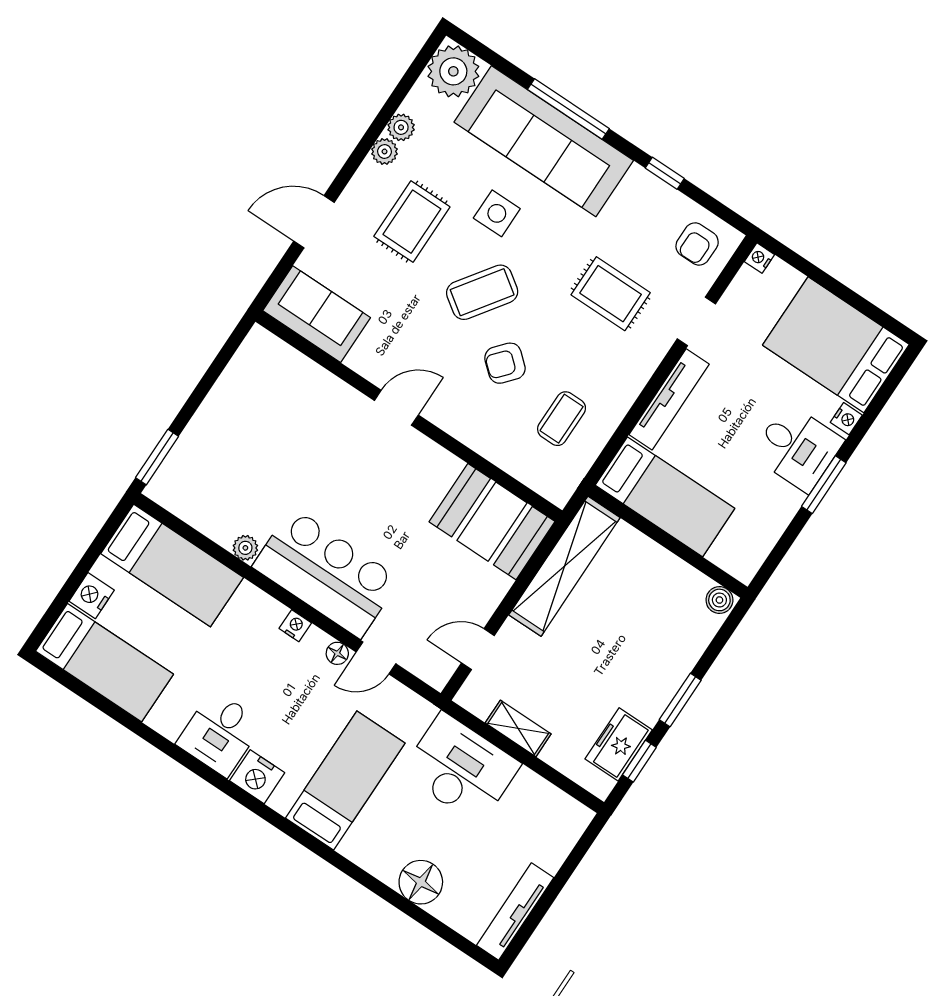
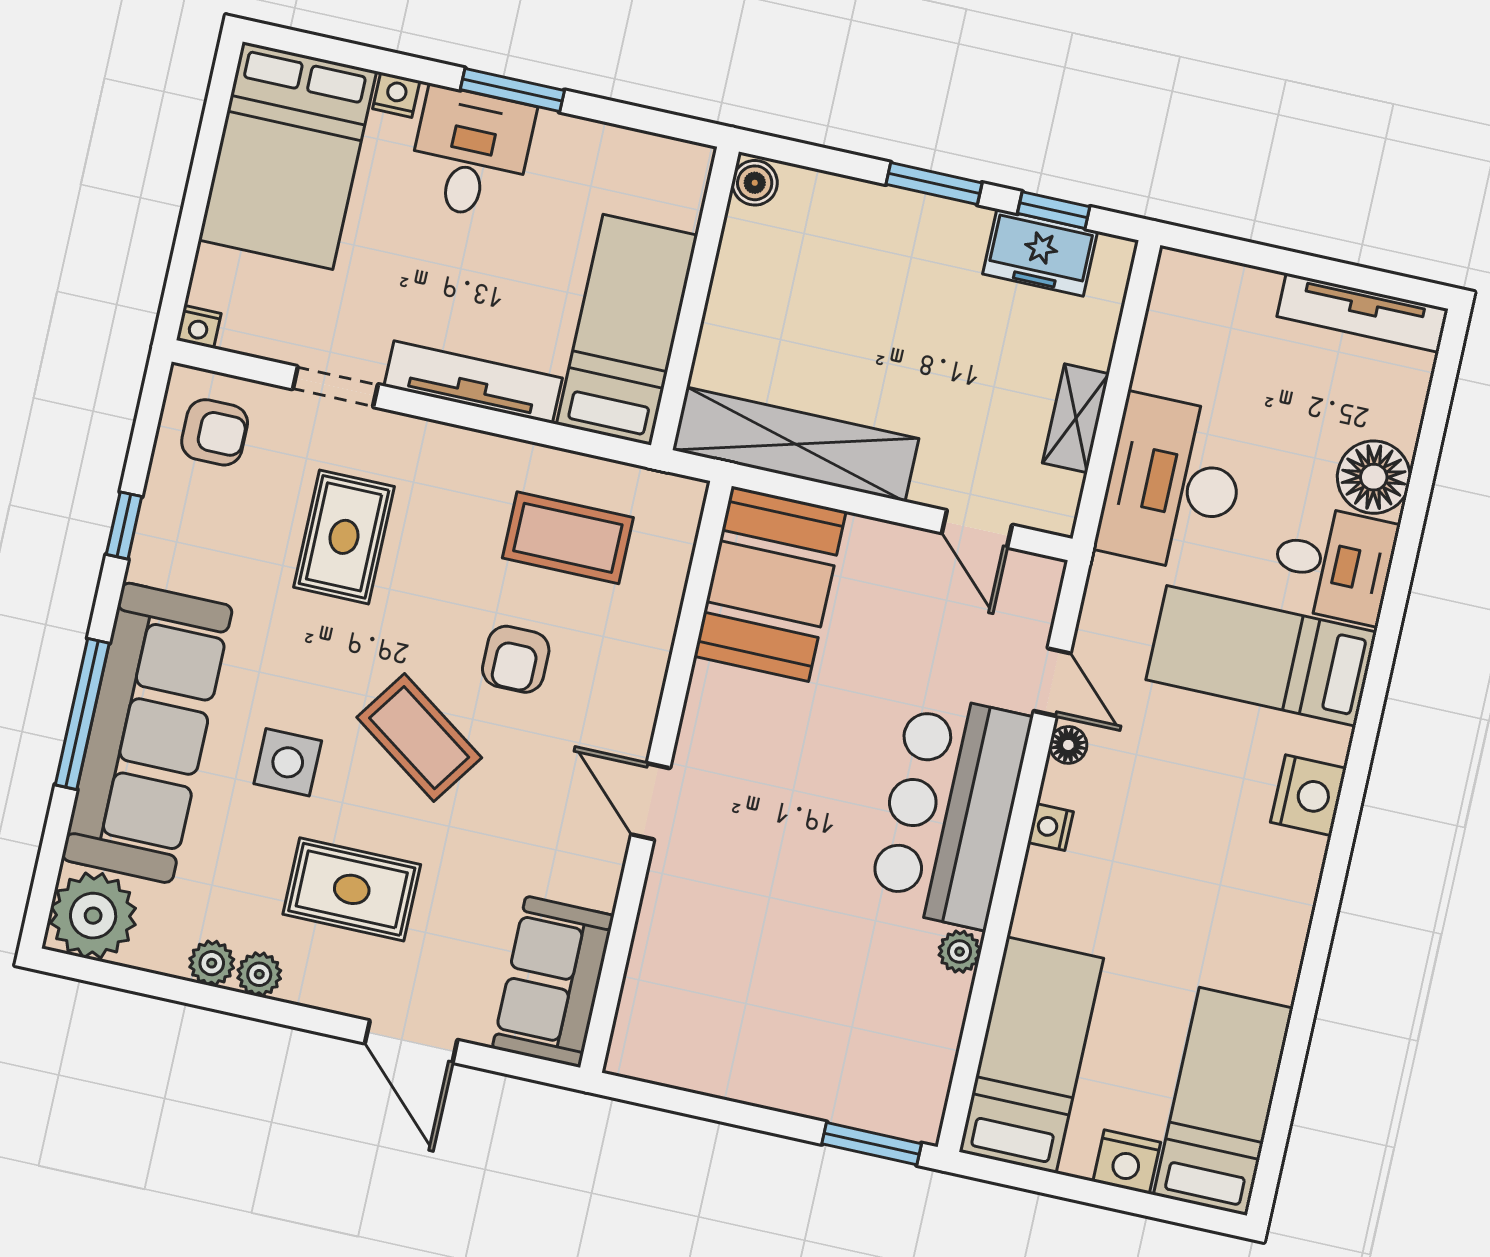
armchair: (505, 363) -> (516, 659), turned 49
coffee table: (562, 419) -> (568, 538), width x1.36, depth x1.30
desk: (220, 733) -> (1333, 564), moved

